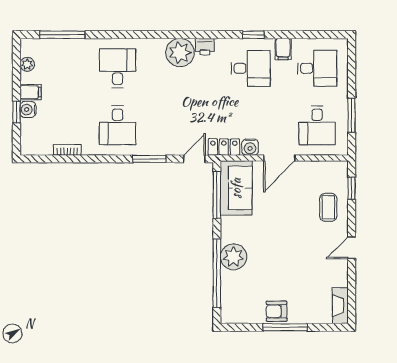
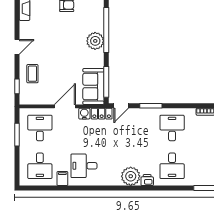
window: (253, 35) -> (82, 188), removed
printer: (205, 47) -> (147, 180), moved
desk: (317, 68) -> (40, 166), turned -90

